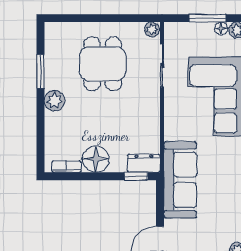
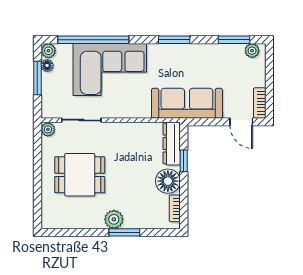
window: (40, 71) -> (124, 232), moved
dresser: (144, 163) -> (172, 143), width x1.44
window: (136, 176) -> (184, 161), moved

